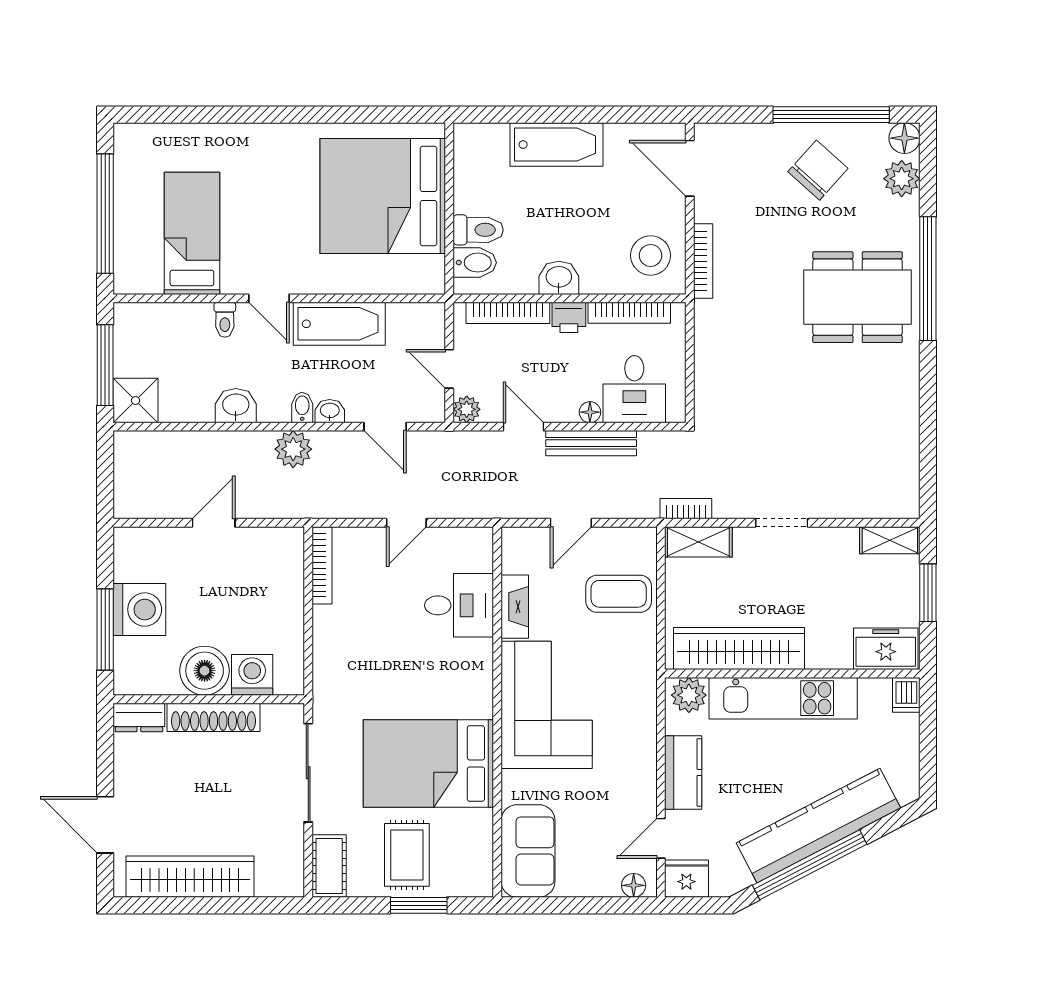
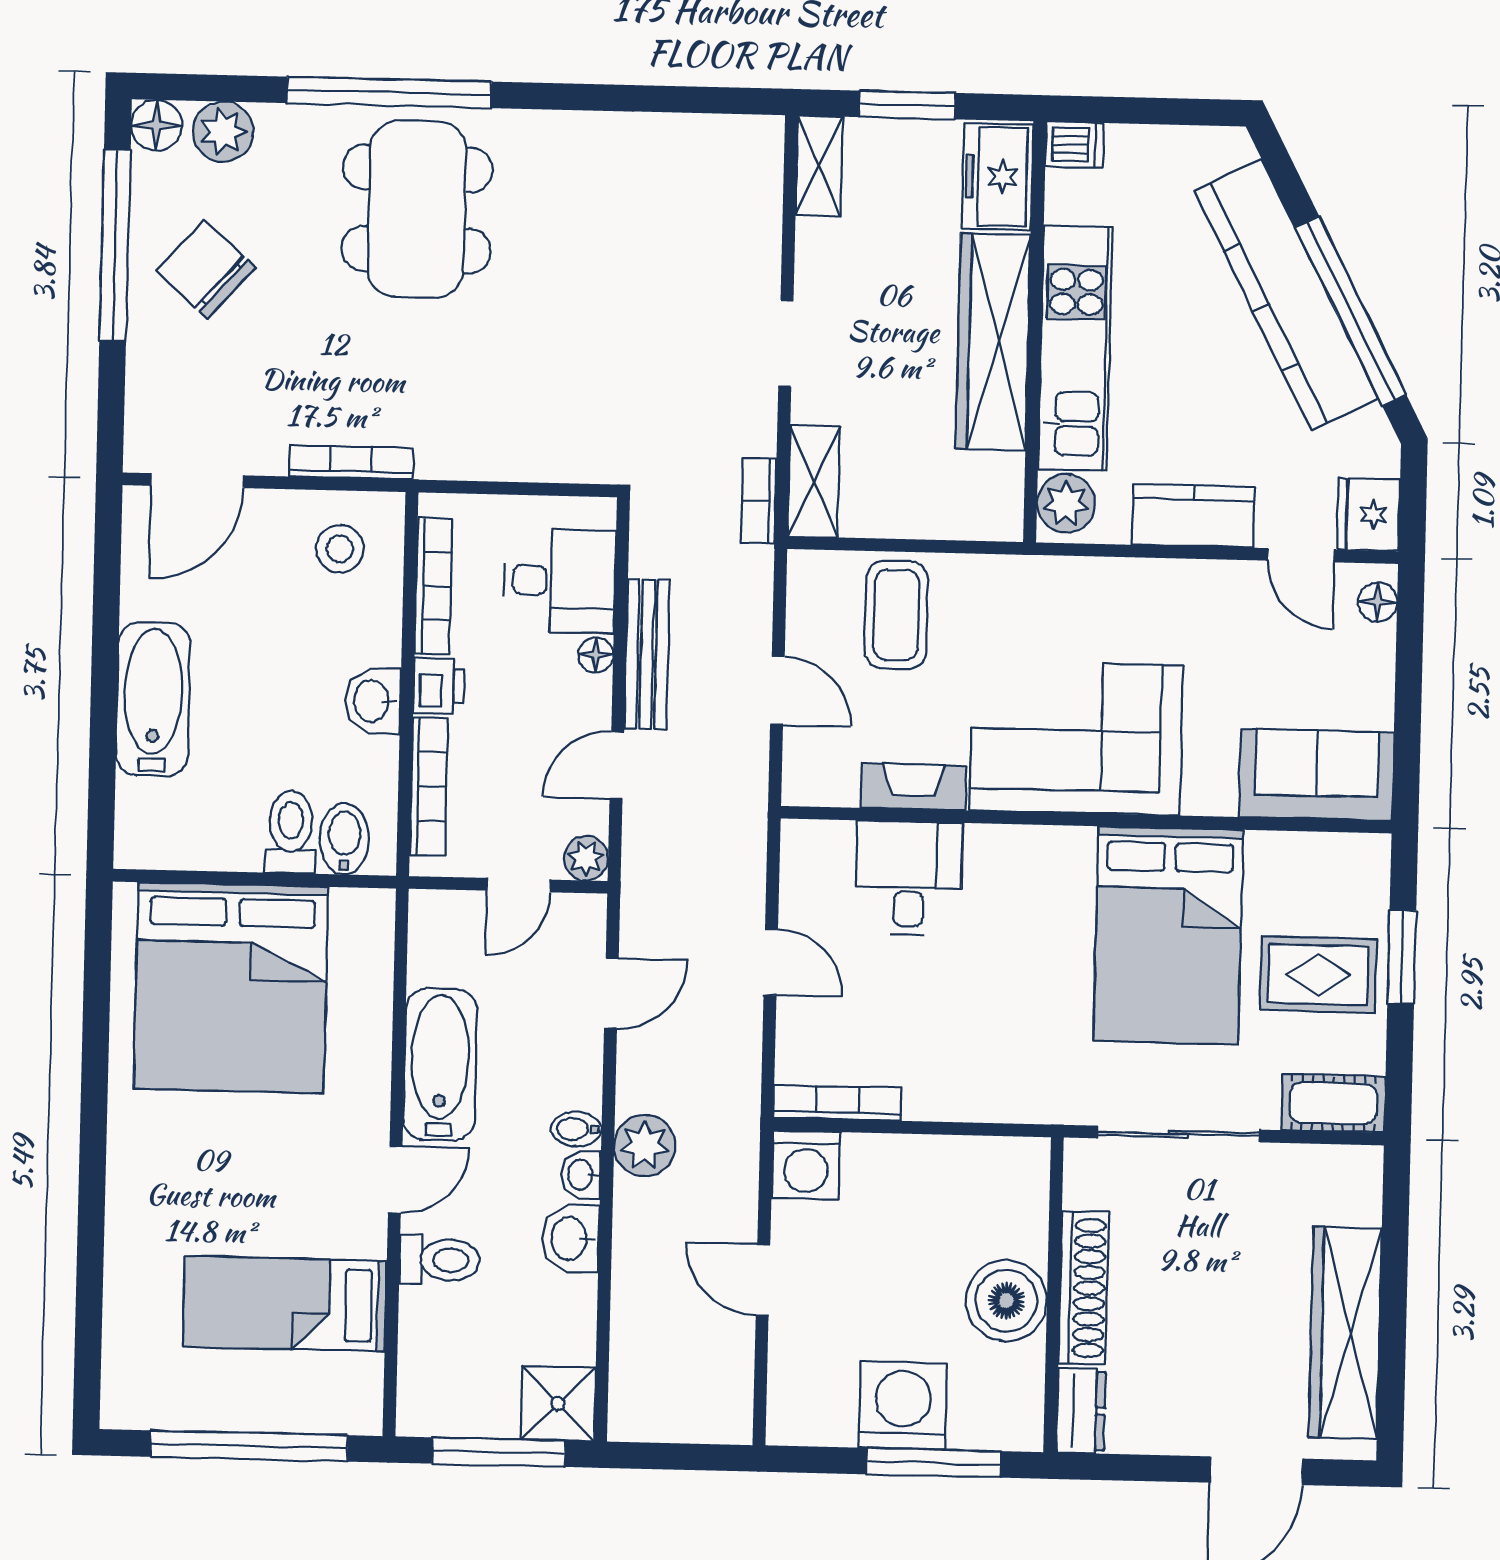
stool: (651, 255) -> (340, 549), width x0.73, depth x0.73
toilet: (225, 320) -> (440, 1260), width x1.37, depth x1.39
washbasin: (330, 411) -> (581, 1175), moved
wardrobe: (739, 648) -> (993, 342), moved
washing machine: (252, 675) -> (806, 1165), moved, turned -90

